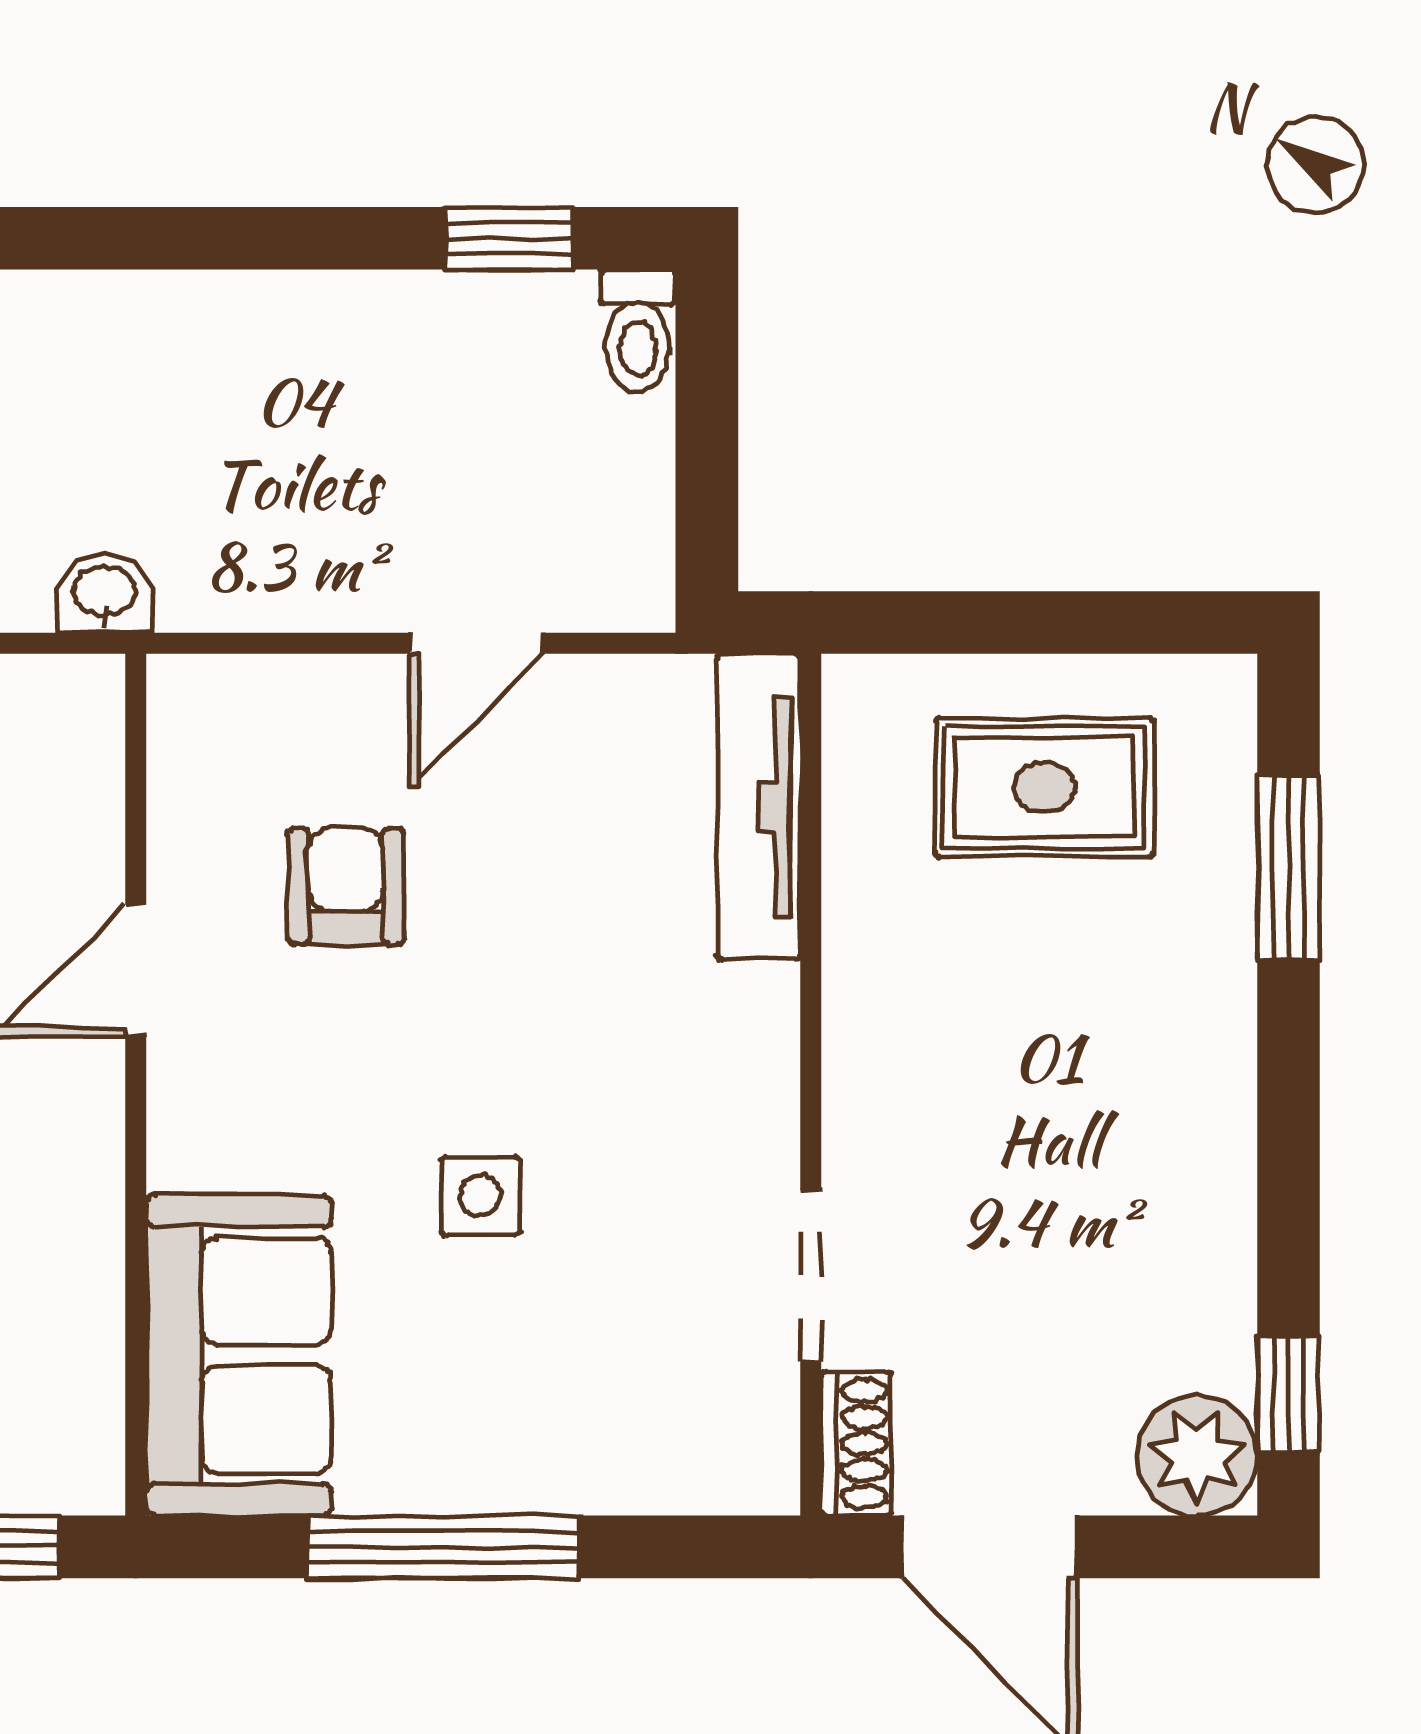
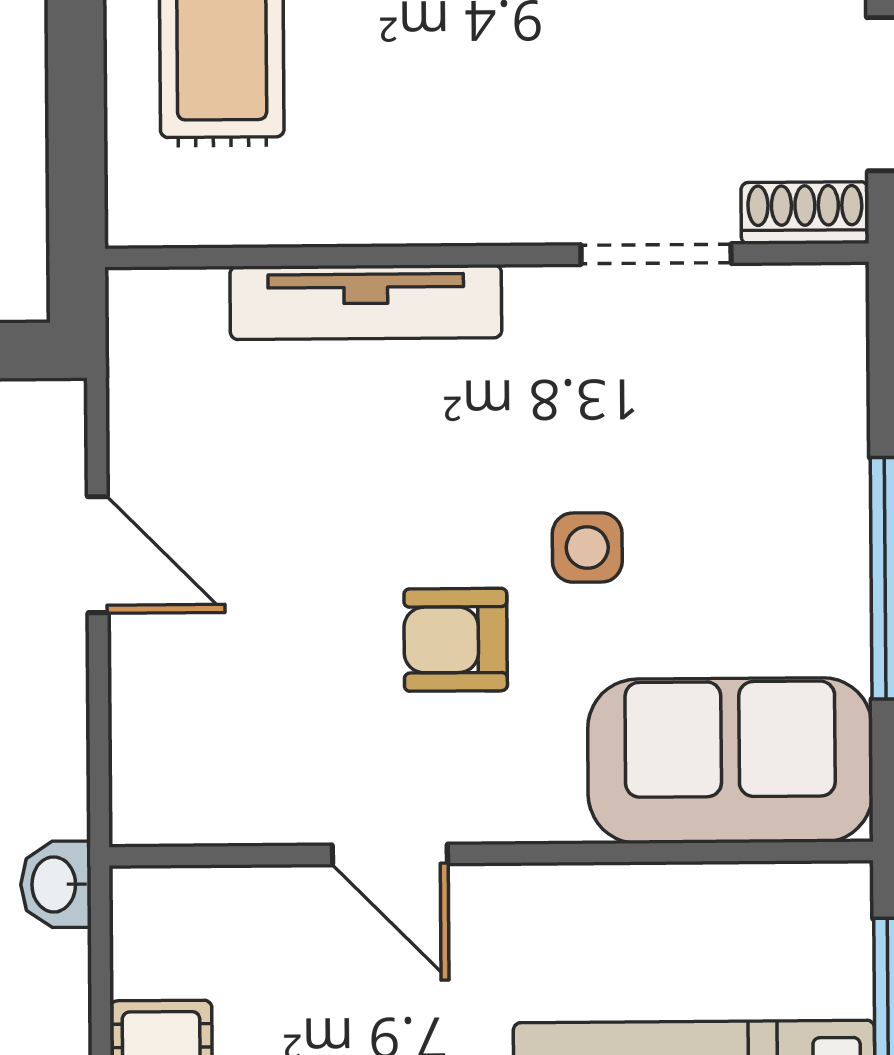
tv unit: (759, 807) -> (366, 302), moved
armchair: (346, 886) -> (456, 640), moved

